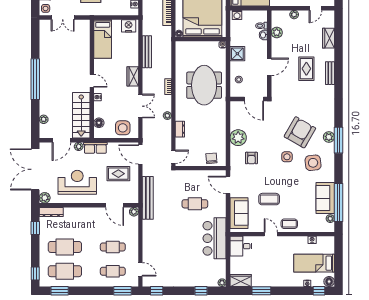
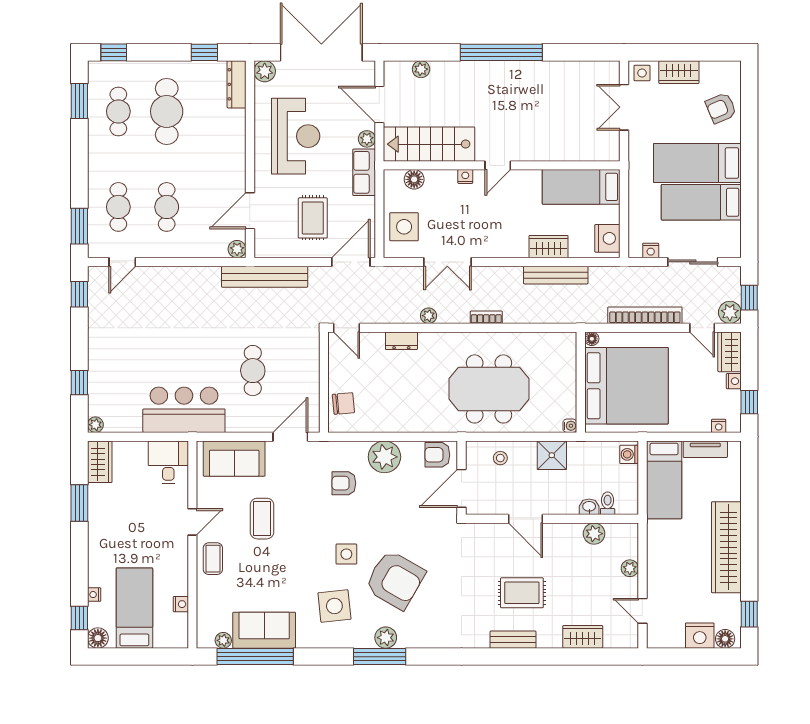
wardrobe: (133, 76) -> (549, 247), moved
armchair: (237, 111) -> (437, 455), added
cafe table: (65, 271) -> (118, 111), width x0.73, depth x0.74

